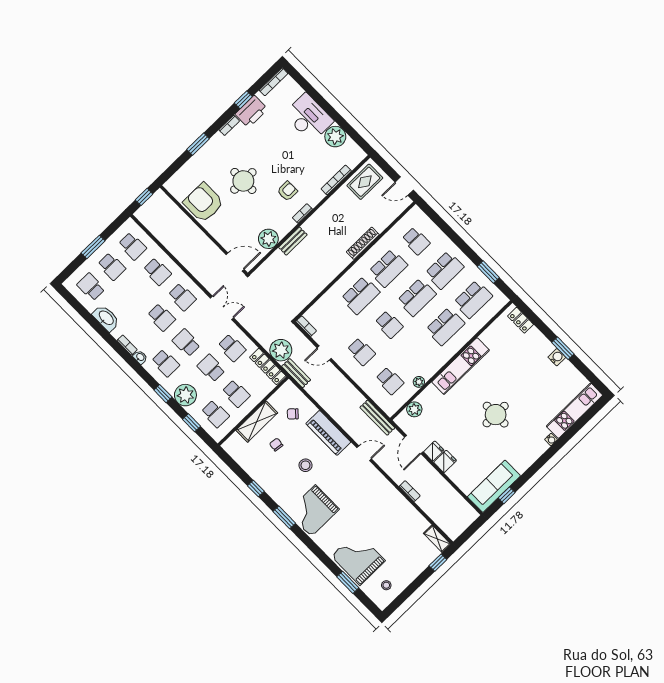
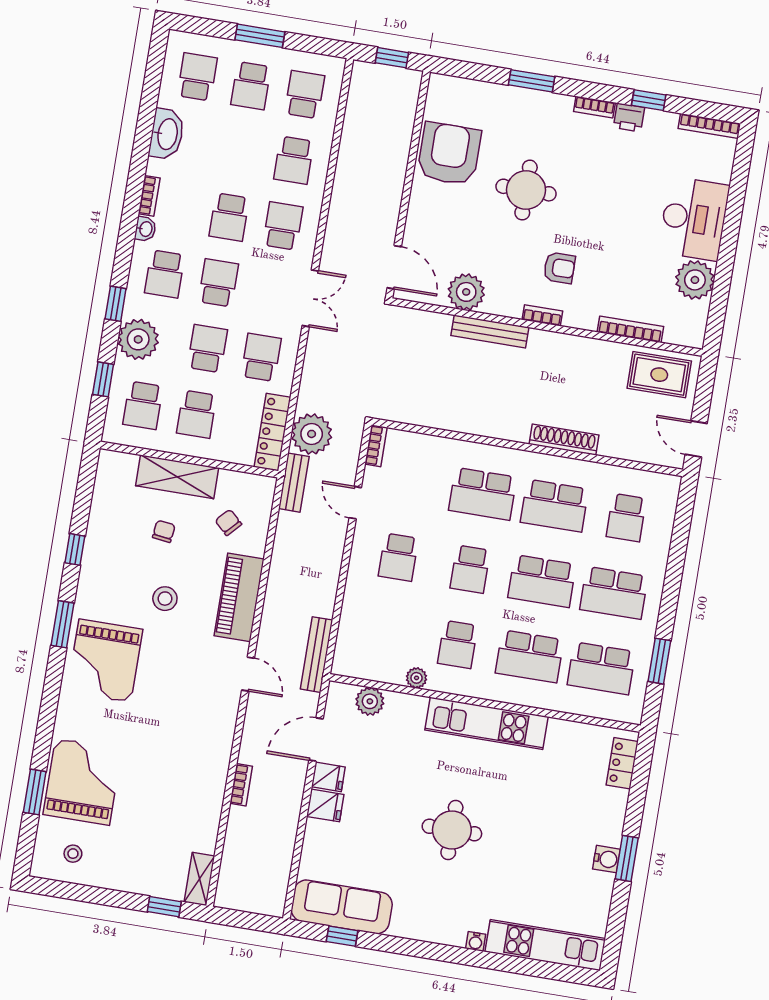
printer: (251, 112) -> (629, 118), width x0.53, depth x0.68
bench: (293, 241) -> (490, 331), width x1.36
school desk: (132, 246) -> (305, 95), turned 180
school desk: (182, 297) -> (283, 226), turned 180
school desk: (232, 348) -> (261, 357), turned 180
school desk: (390, 381) -> (458, 644), moved
grand piano: (313, 511) -> (105, 661), turned -90

